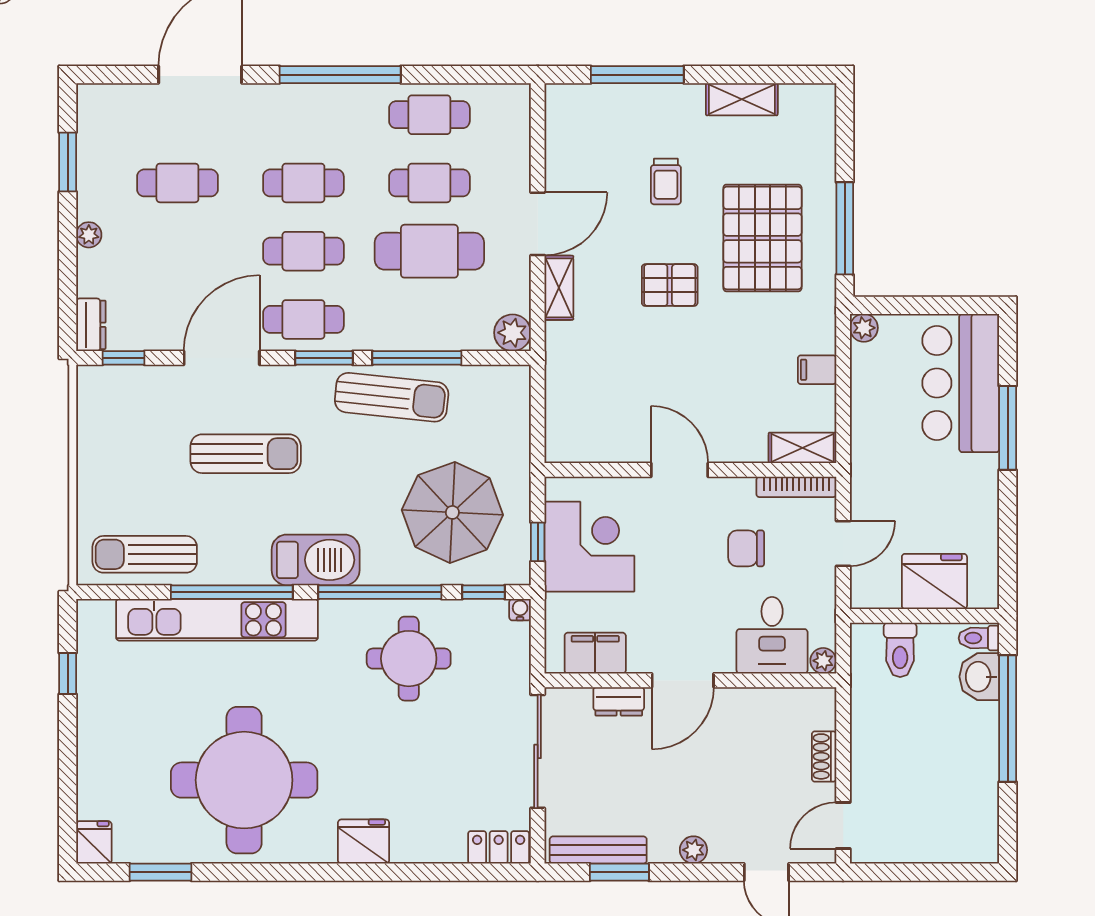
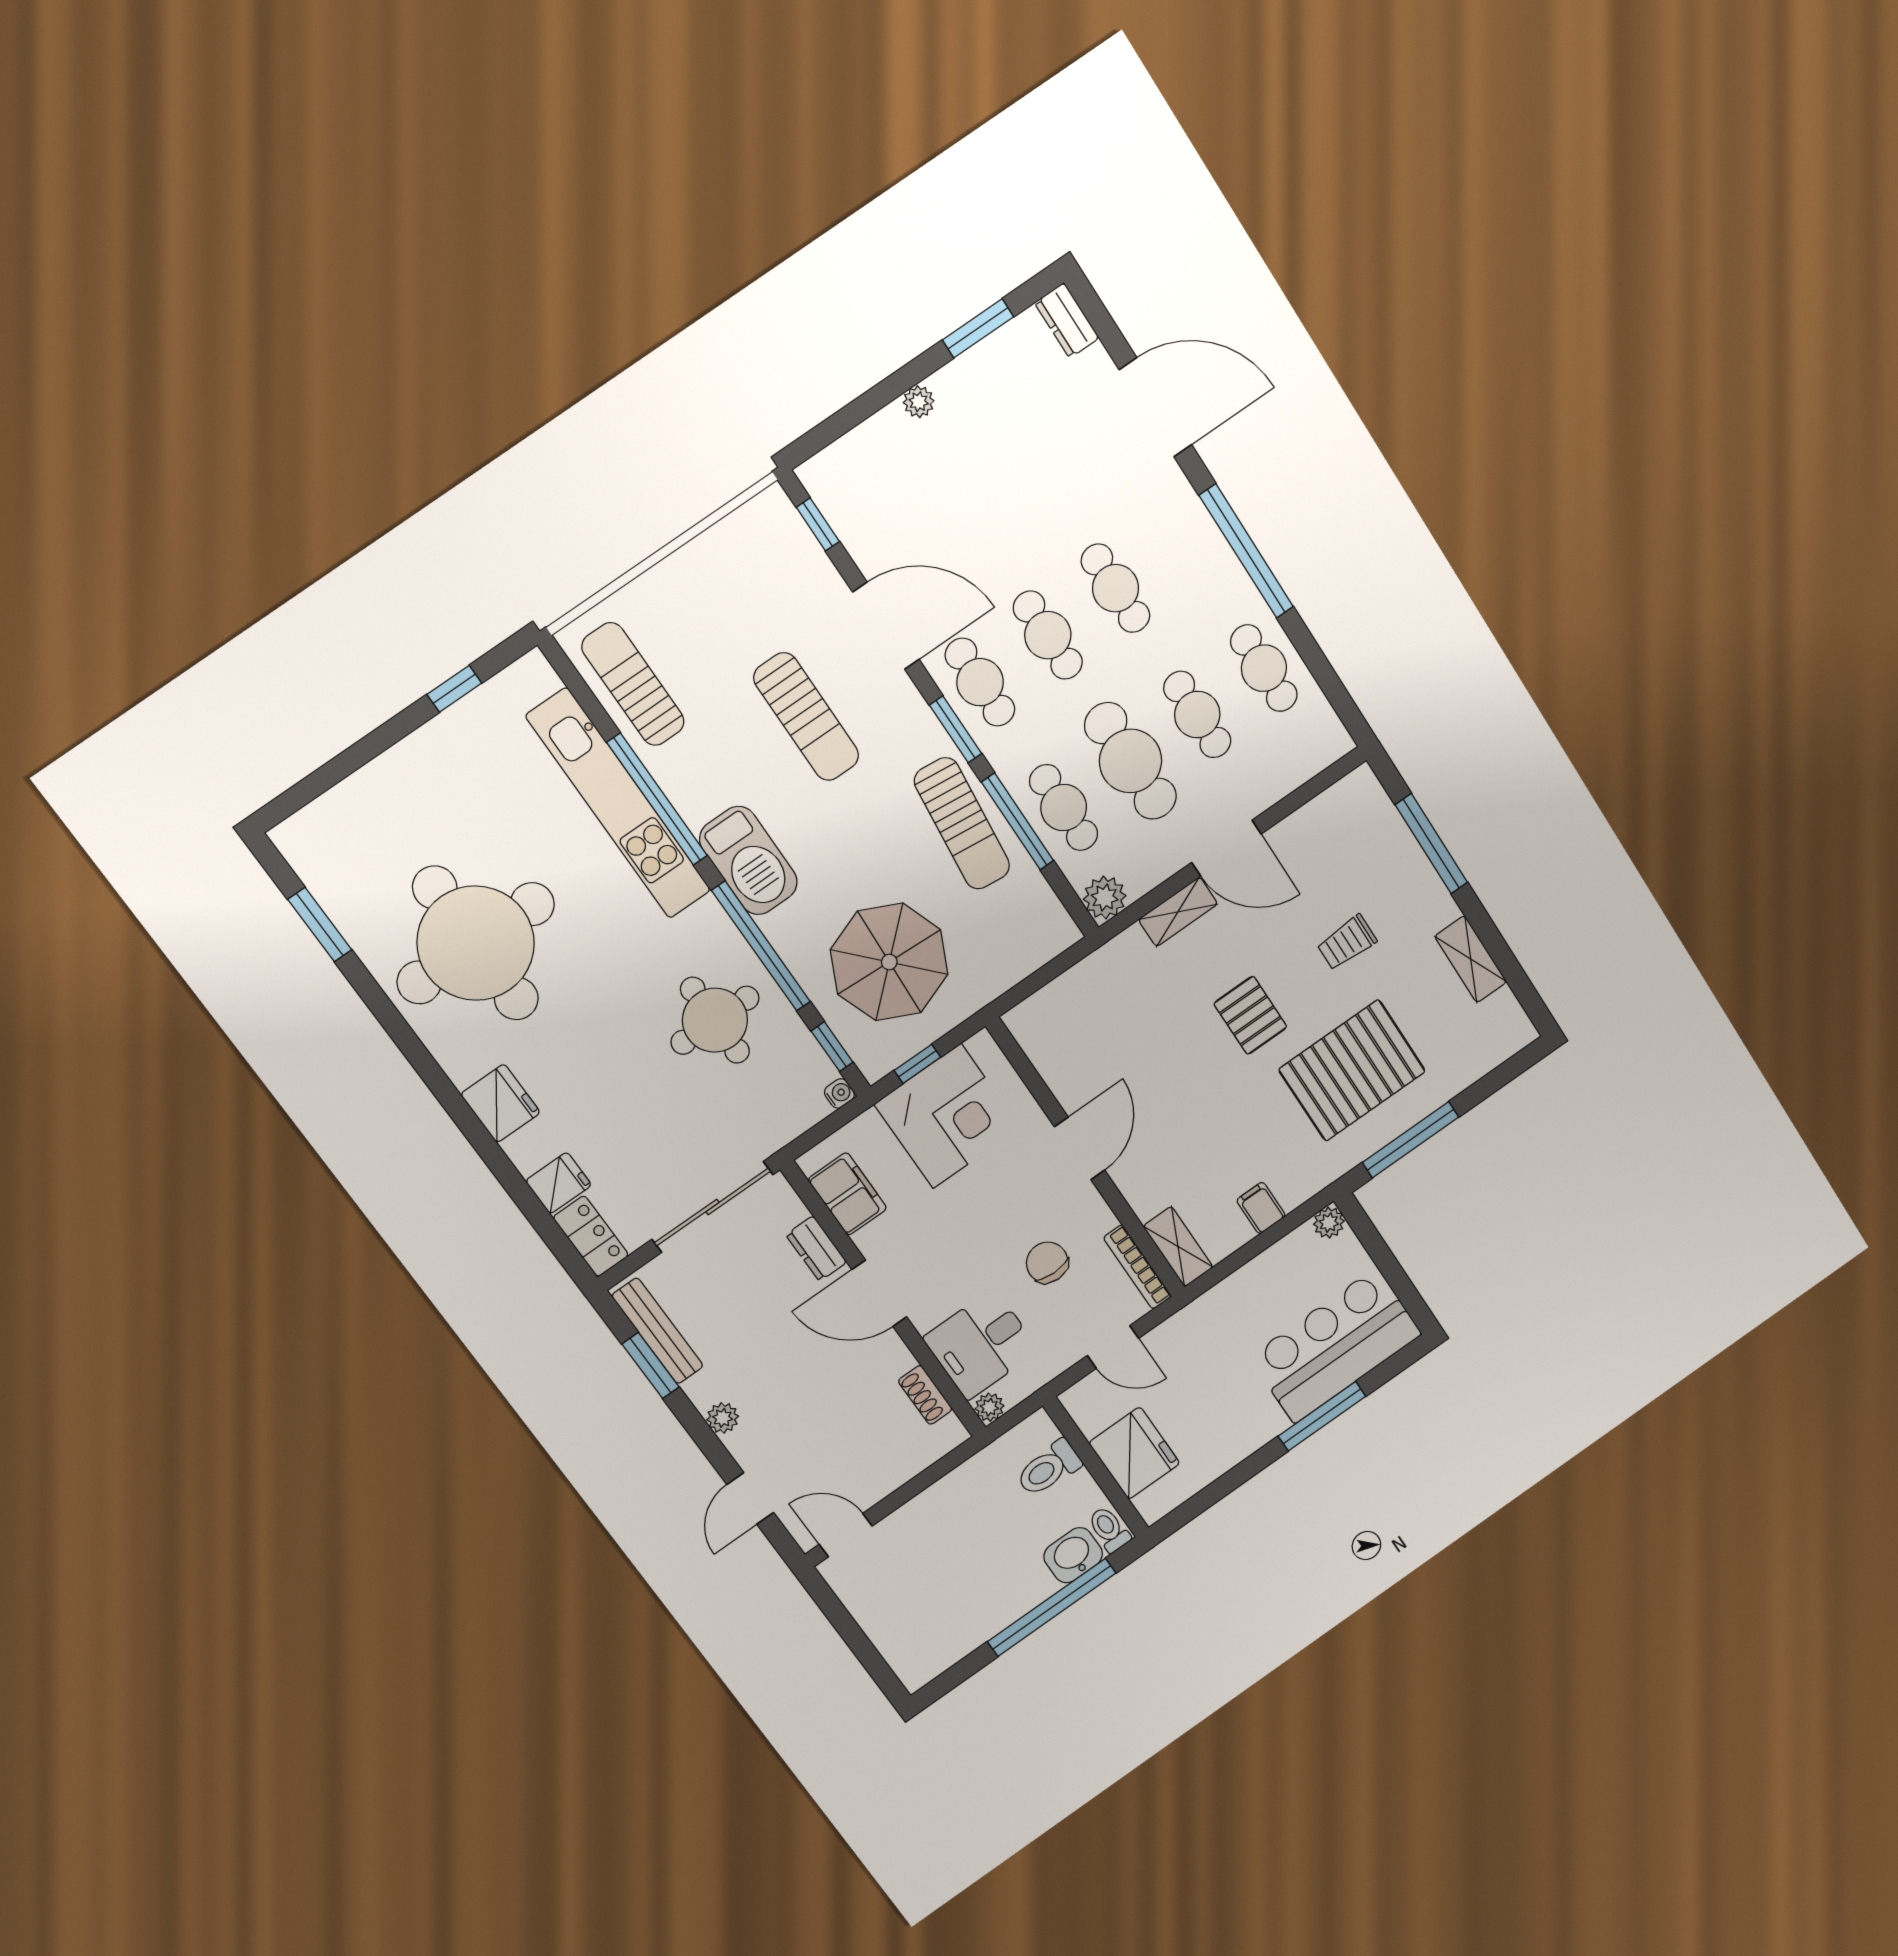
cafe table: (177, 183) -> (1064, 808), moved
dresser: (91, 325) -> (1067, 320), moved, turned 90
shoe rack: (824, 756) -> (925, 1395), moved, turned -90
fridge: (94, 842) -> (559, 1183), moved

